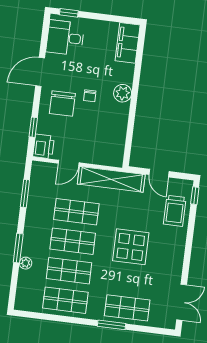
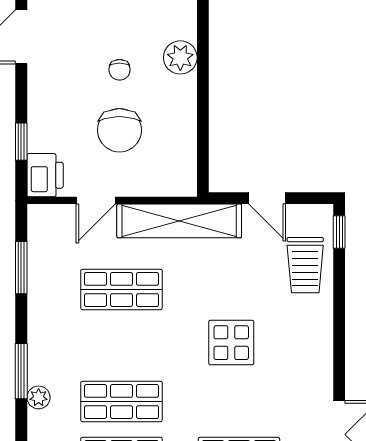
chair: (62, 104) -> (119, 130), moved
shop shelf: (73, 241) -> (121, 345), removed
display table: (131, 247) -> (231, 343), width x0.73, depth x0.73

